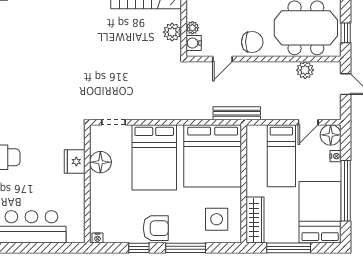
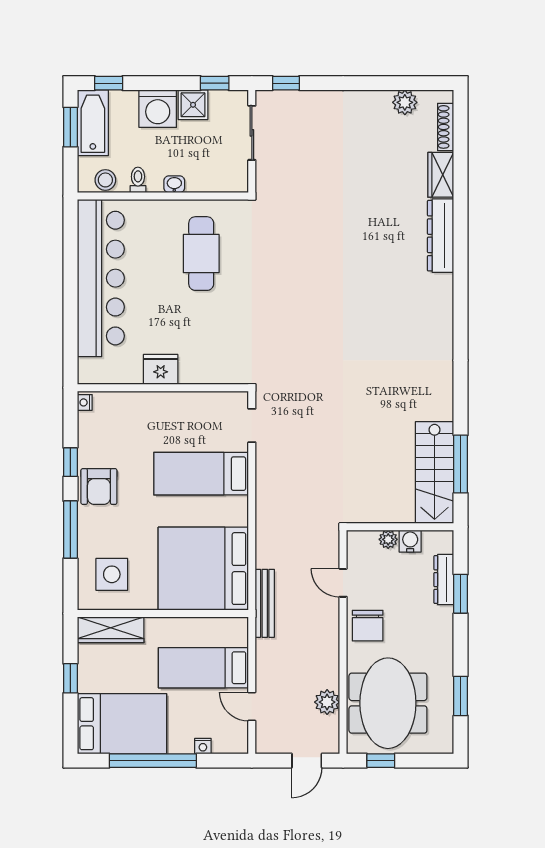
plant: (172, 32) -> (382, 510), removed
water cooler: (194, 43) -> (410, 541), moved
floor lamp: (331, 135) -> (233, 739), removed
bed: (154, 157) -> (201, 474), width x0.67
fridge: (75, 161) -> (161, 369), moved
floor lamp: (100, 162) -> (194, 407), removed
window: (289, 248) -> (70, 678), width x0.46

